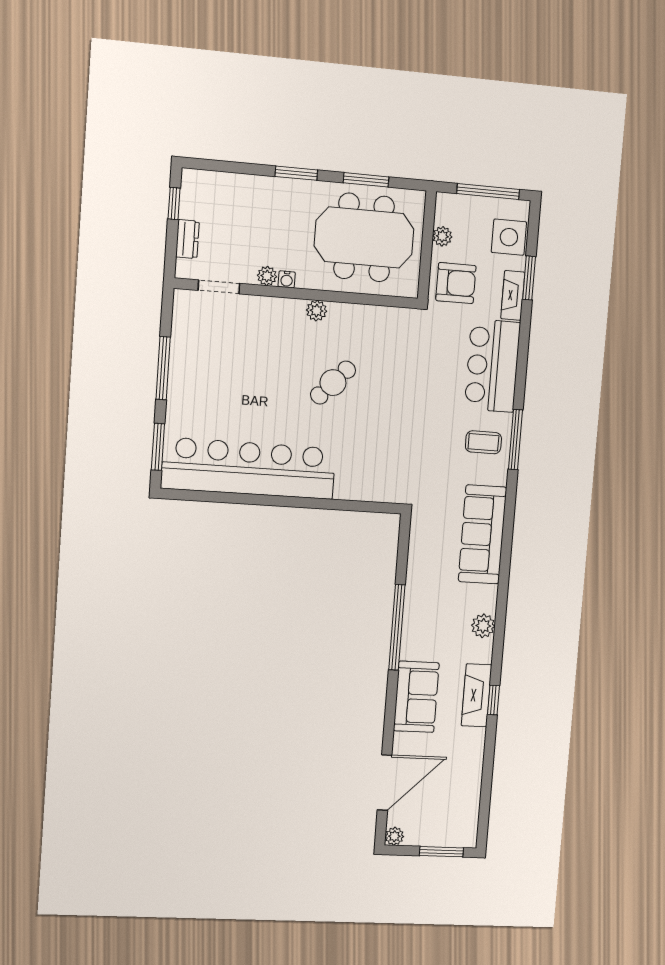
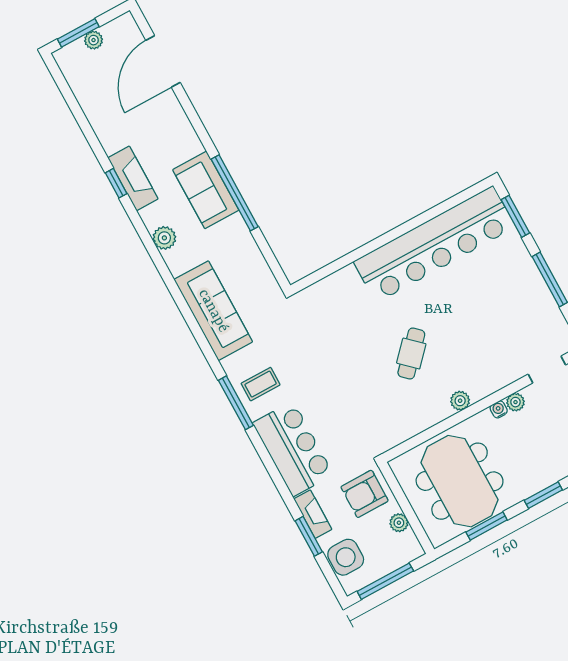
meeting table: (364, 237) -> (460, 481), turned 90
sofa: (416, 697) -> (206, 190), moved
plant: (394, 836) -> (94, 40), moved

